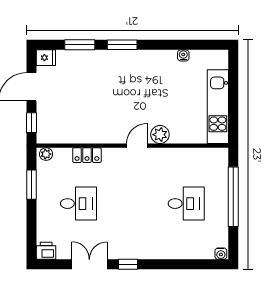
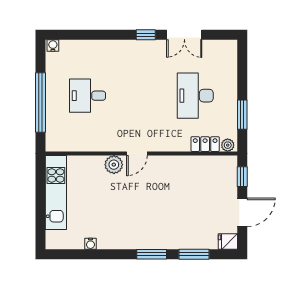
locker: (87, 155) -> (205, 144), moved
desk: (79, 204) -> (195, 96), width x1.37
printer: (46, 251) -> (228, 48), removed

